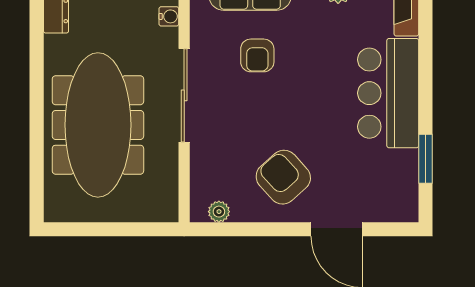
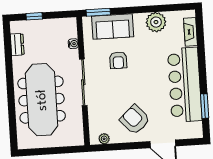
bar counter: (388, 93) -> (185, 85), width x1.36

